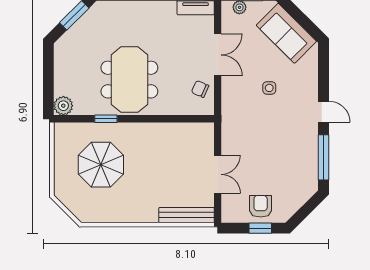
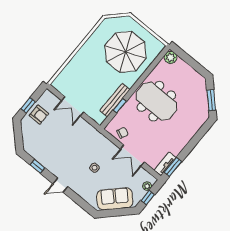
window: (106, 119) -> (120, 106), moved
window: (324, 157) -> (37, 166), width x0.46
parasol: (101, 165) -> (126, 52), width x1.36, depth x1.36
bench: (187, 215) -> (115, 100), moved

